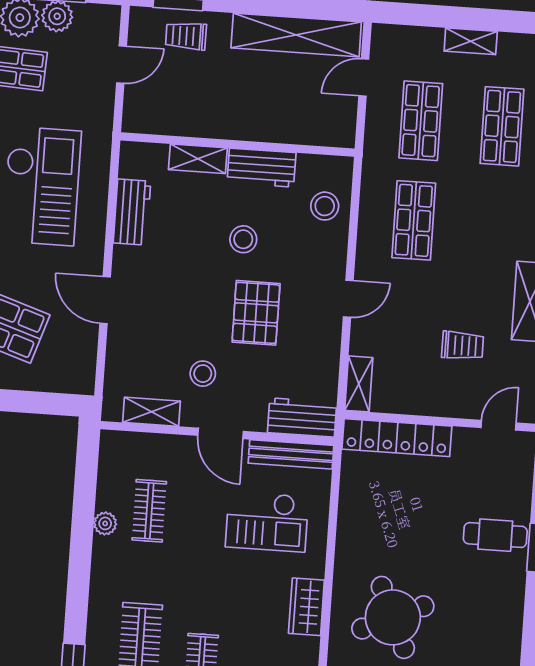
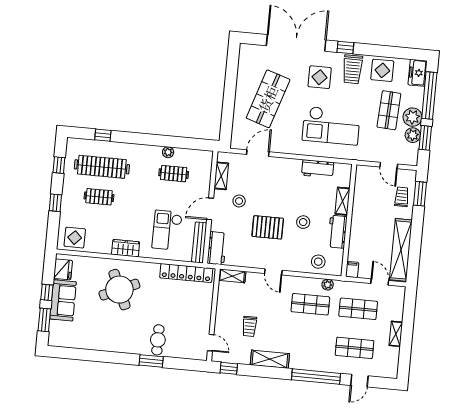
filing cabinet: (339, 135) -> (352, 269), added
plant: (372, 185) -> (328, 285), added
door: (105, 300) -> (258, 153), moved
locker: (397, 438) -> (186, 273), moved, turned -90

